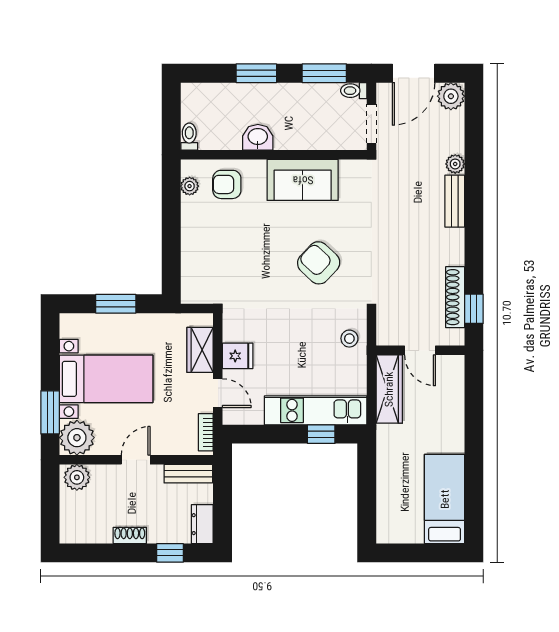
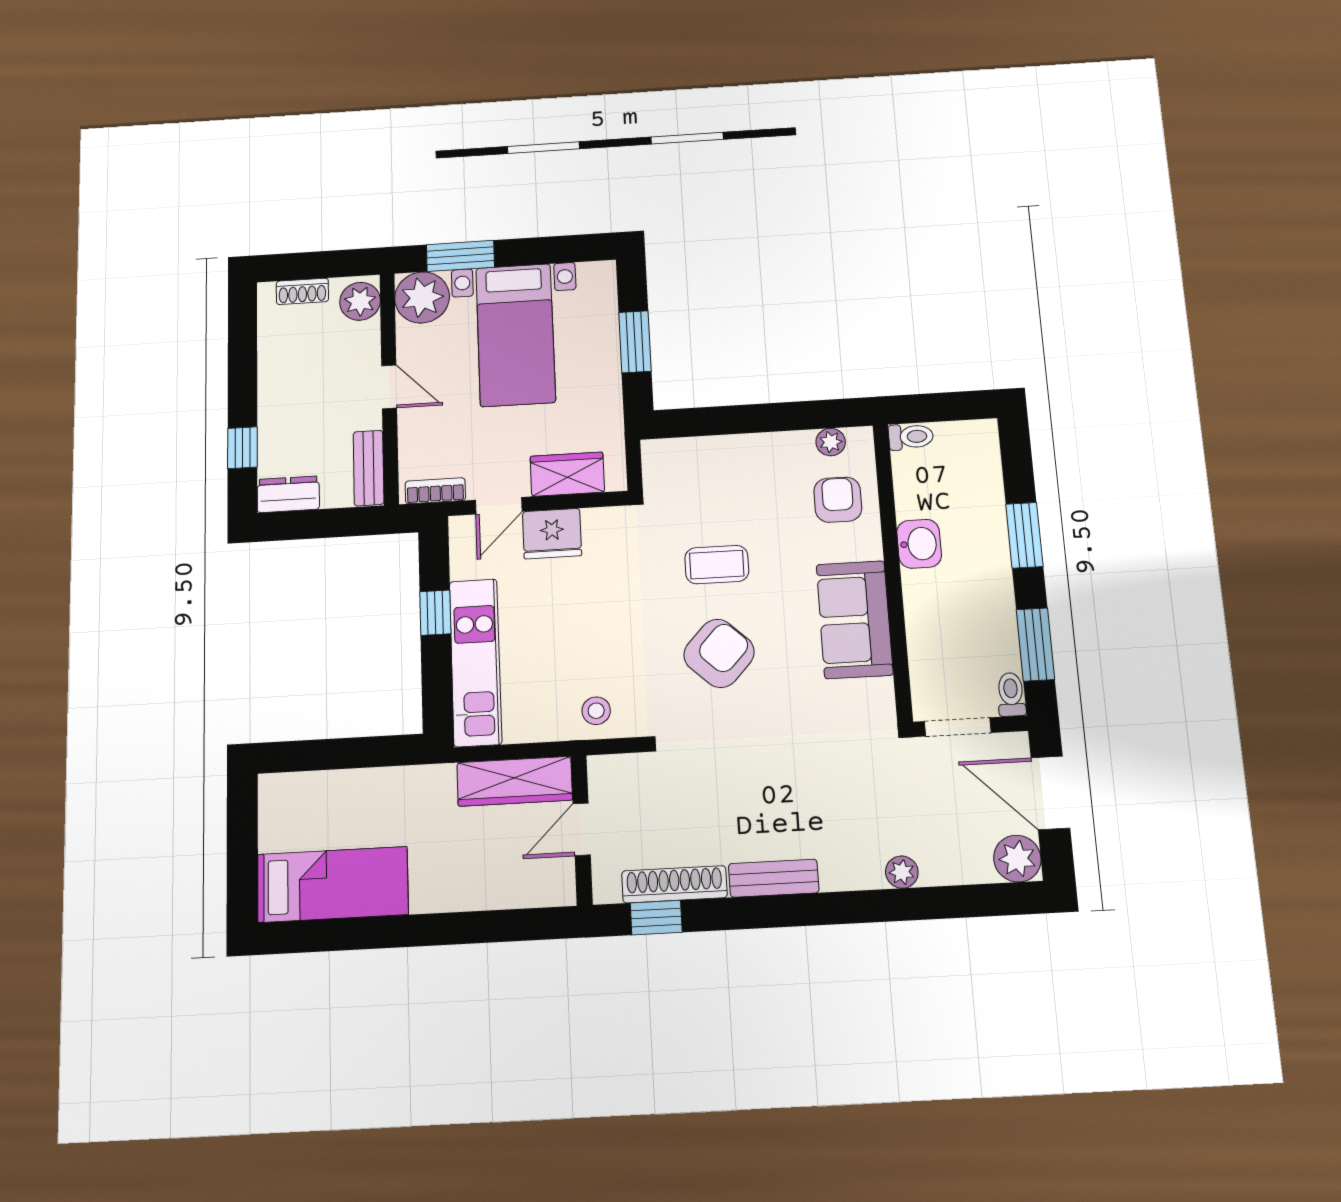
bench: (455, 201) -> (774, 878), moved
coffee table: (263, 261) -> (717, 565), added
fridge: (238, 356) -> (552, 534), width x1.38
window: (321, 434) -> (435, 613), moved
shoe rack: (130, 535) -> (302, 291), moved, turned 90

